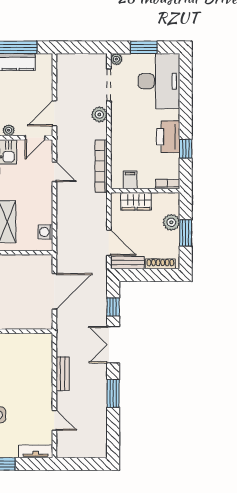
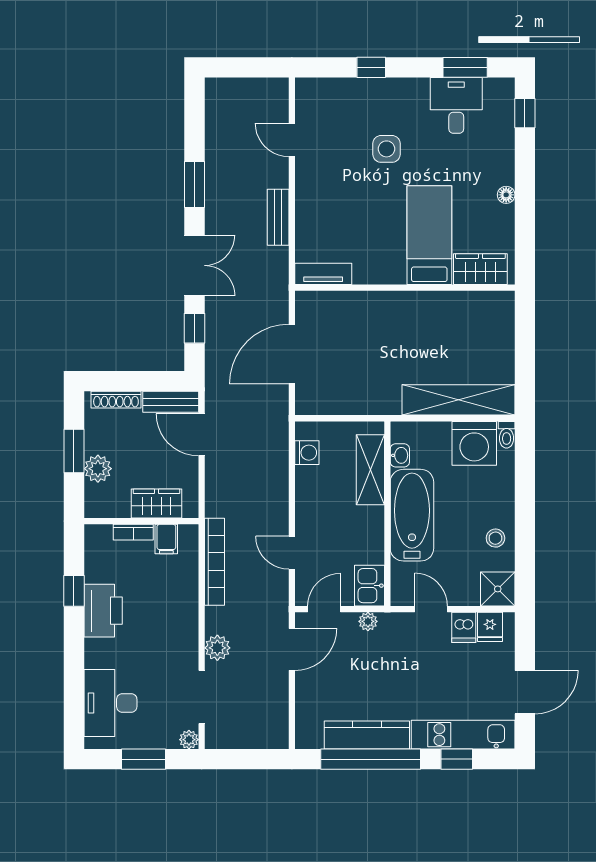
desk: (159, 81) -> (110, 703), width x0.73, depth x0.77
bookcase: (168, 184) -> (133, 532), moved
tv unit: (36, 451) -> (323, 274), moved, turned 180

